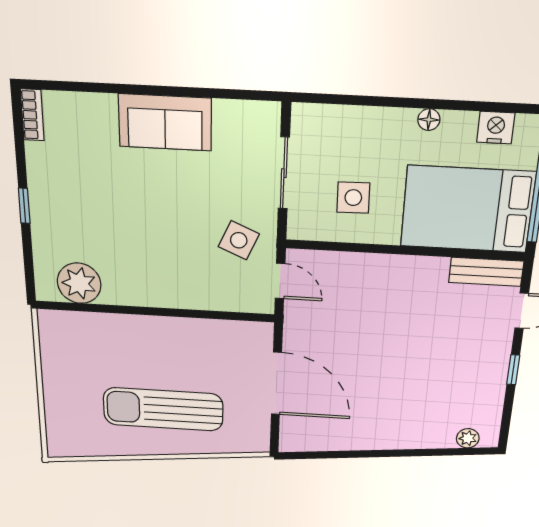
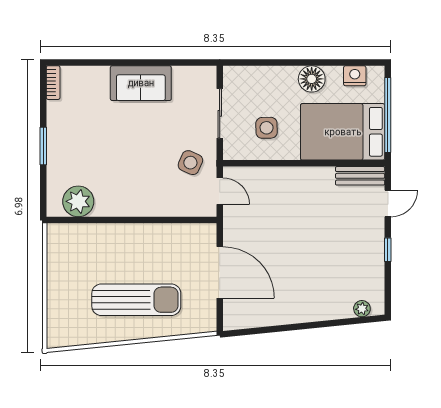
floor lamp: (429, 120) -> (312, 79), width x1.89, depth x1.89
window: (24, 206) -> (43, 146), width x1.50
sun lounger: (163, 409) -> (136, 300), turned 180

